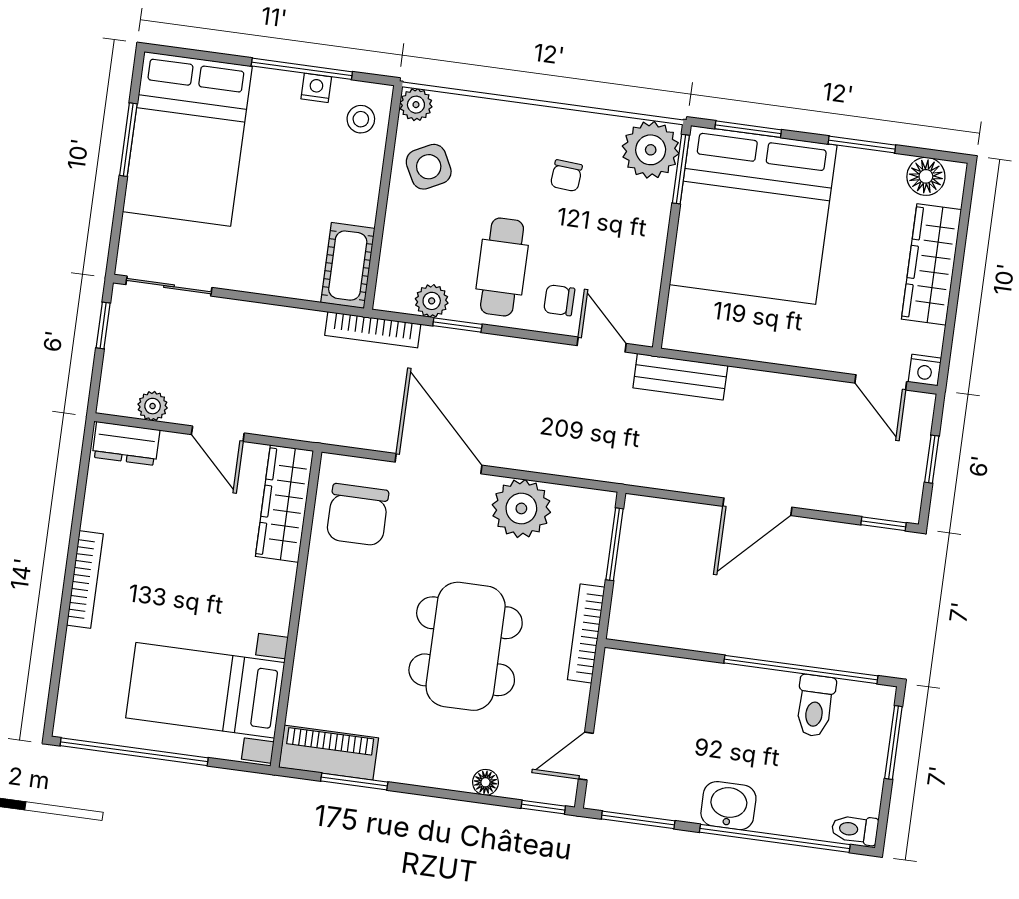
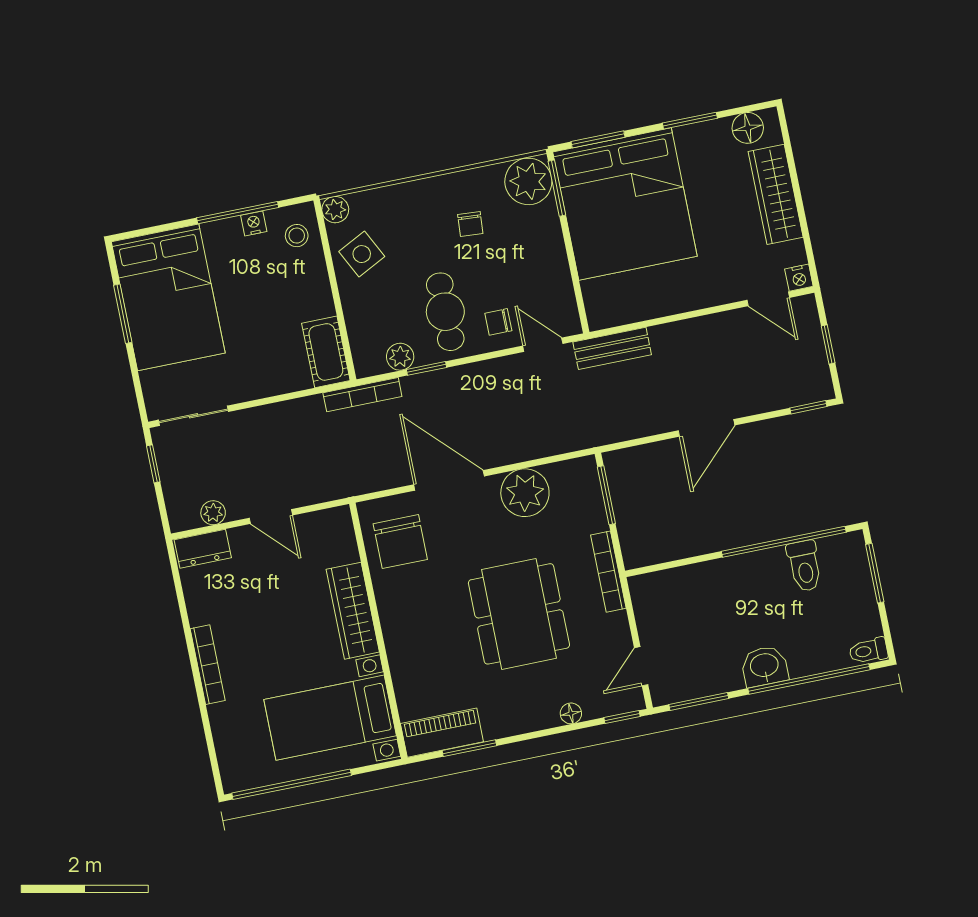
wardrobe: (284, 504) -> (353, 611), moved

